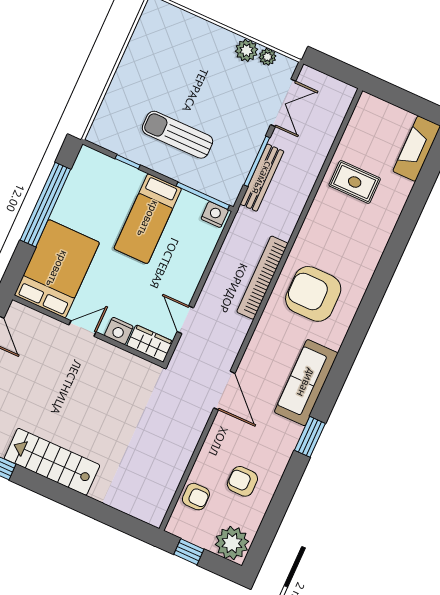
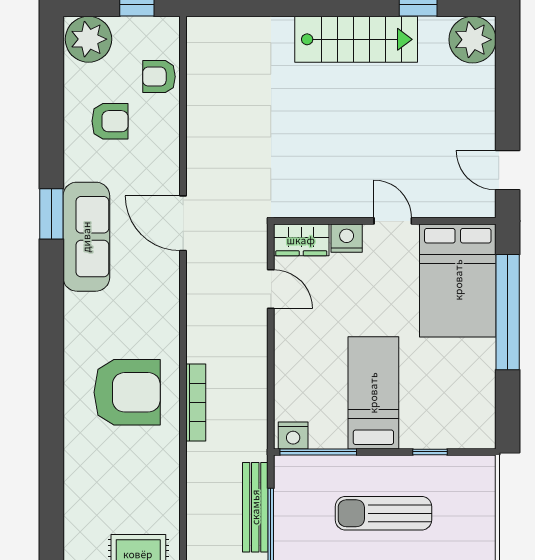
sun lounger: (178, 135) -> (384, 513), turned 180
window: (45, 205) -> (508, 312), moved
bookcase: (262, 278) -> (196, 403), width x0.68, depth x0.76
door: (83, 328) -> (393, 221), swing flipped
sofa: (306, 383) -> (86, 237), moved

